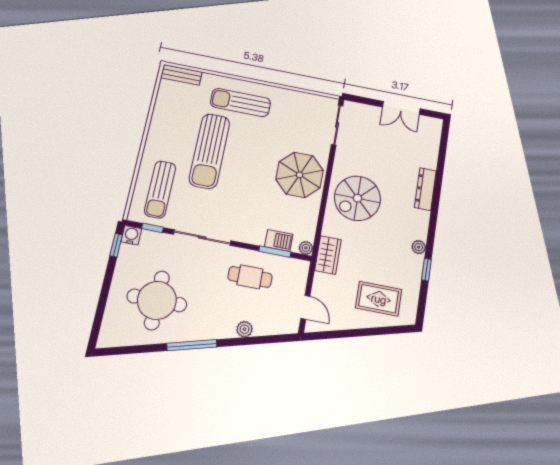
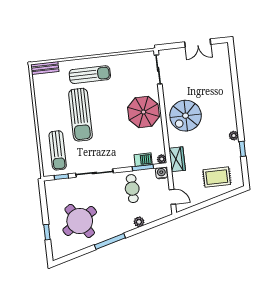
sun lounger: (240, 103) -> (90, 75), turned 180
dresser: (425, 189) -> (228, 95), removed
water cooler: (131, 235) -> (161, 173), moved
window: (116, 245) -> (47, 232), moved
cafe table: (250, 277) -> (132, 189), turned 90
round table: (157, 300) -> (80, 221), turned -33

